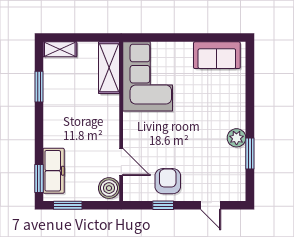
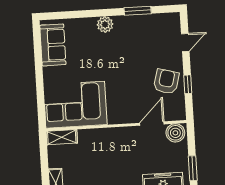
shelving: (109, 68) -> (62, 137), width x0.67, depth x0.75
plant: (237, 138) -> (105, 24), moved
armchair: (168, 181) -> (166, 82), turned 105

